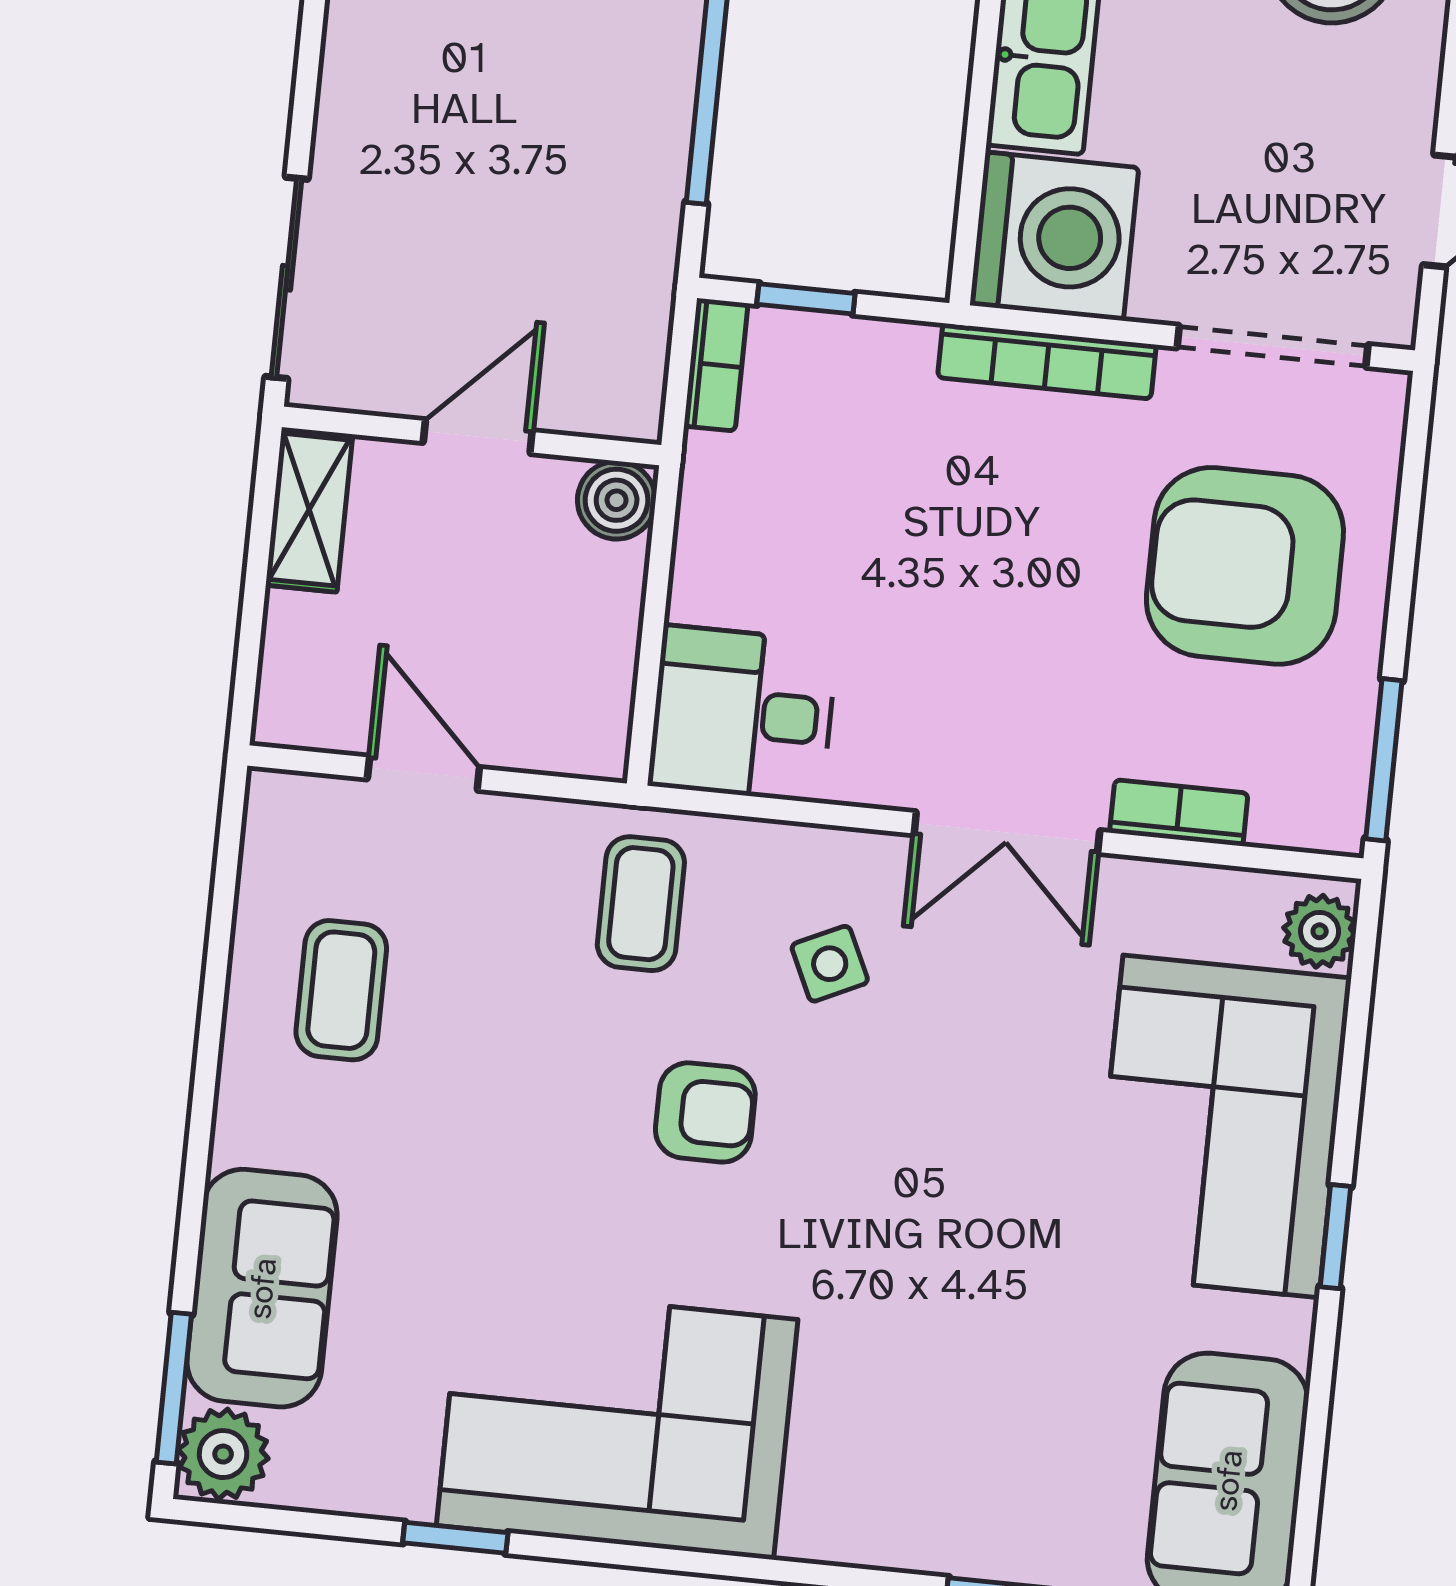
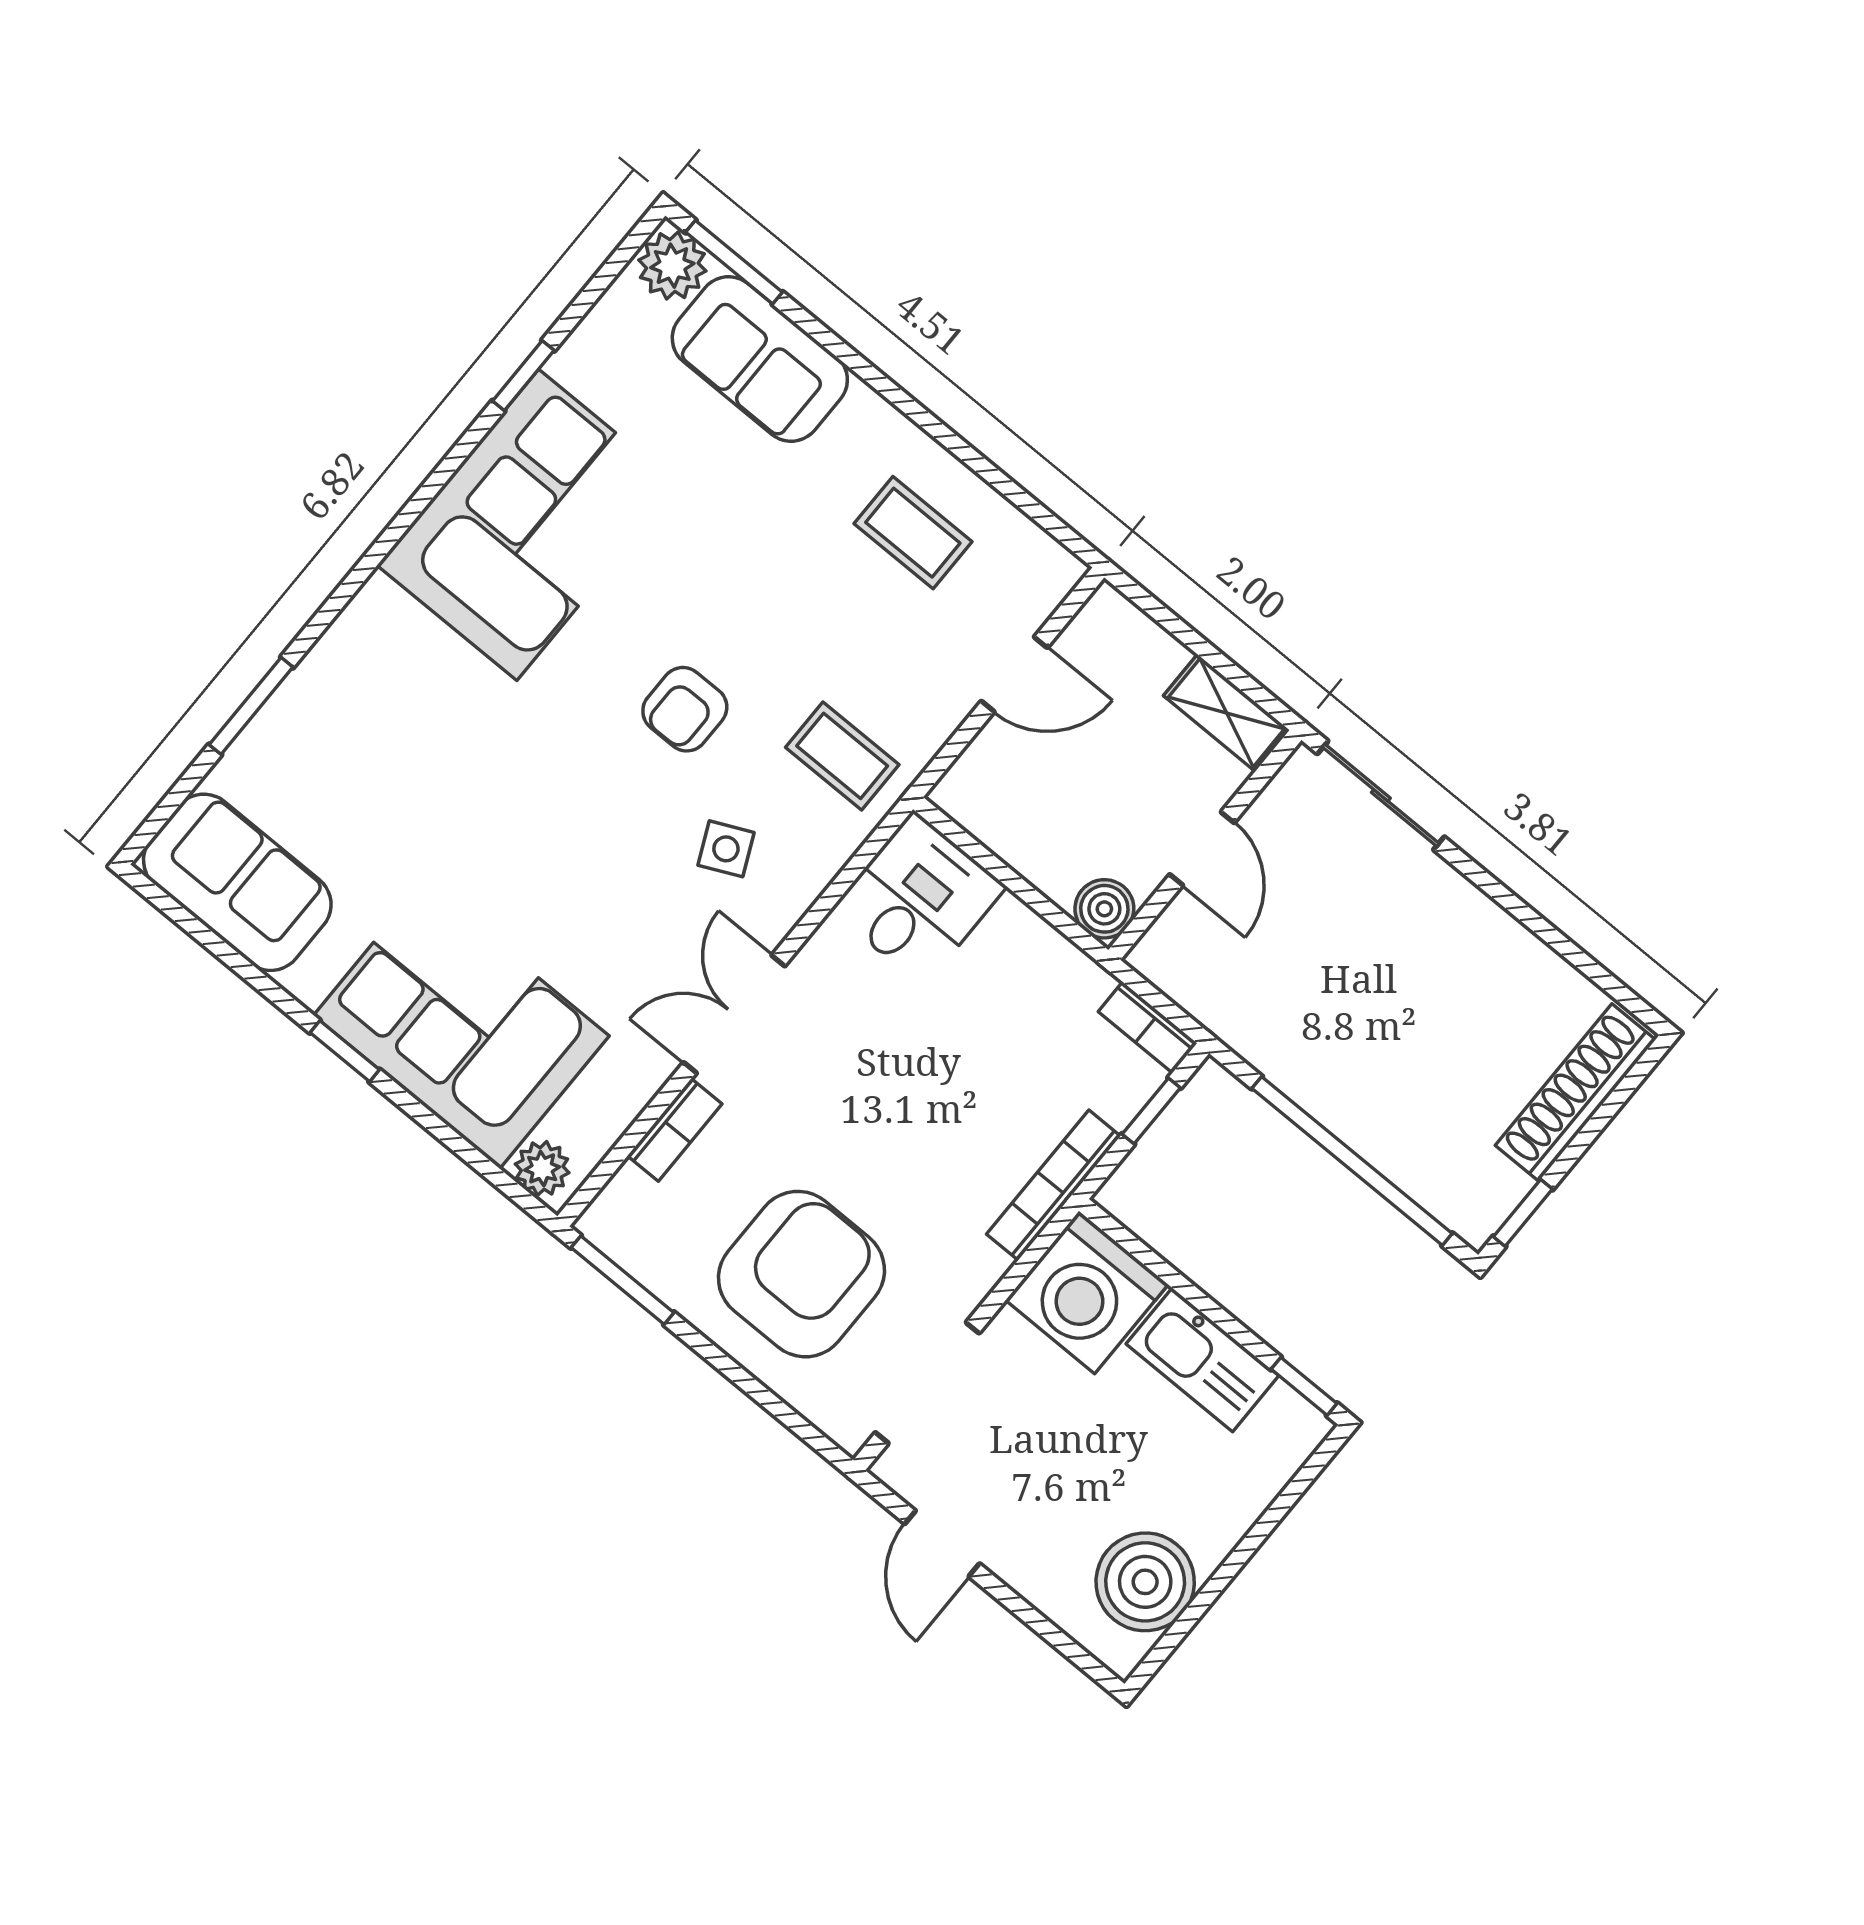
bookcase: (1047, 361) -> (1054, 1185), moved

